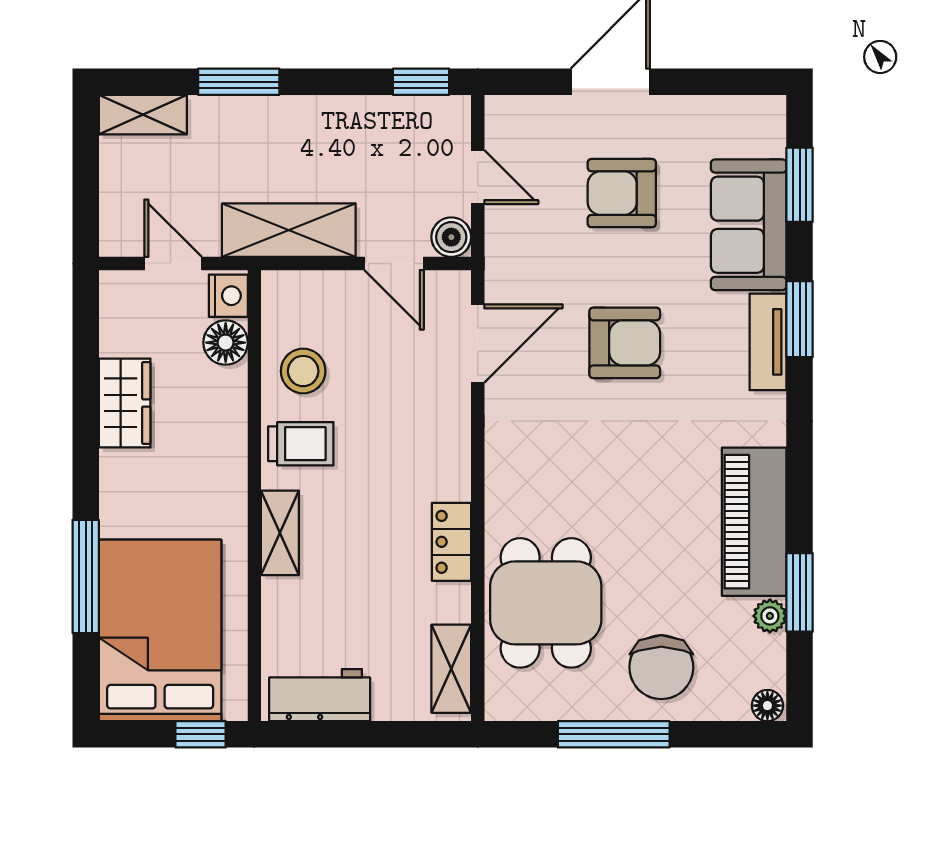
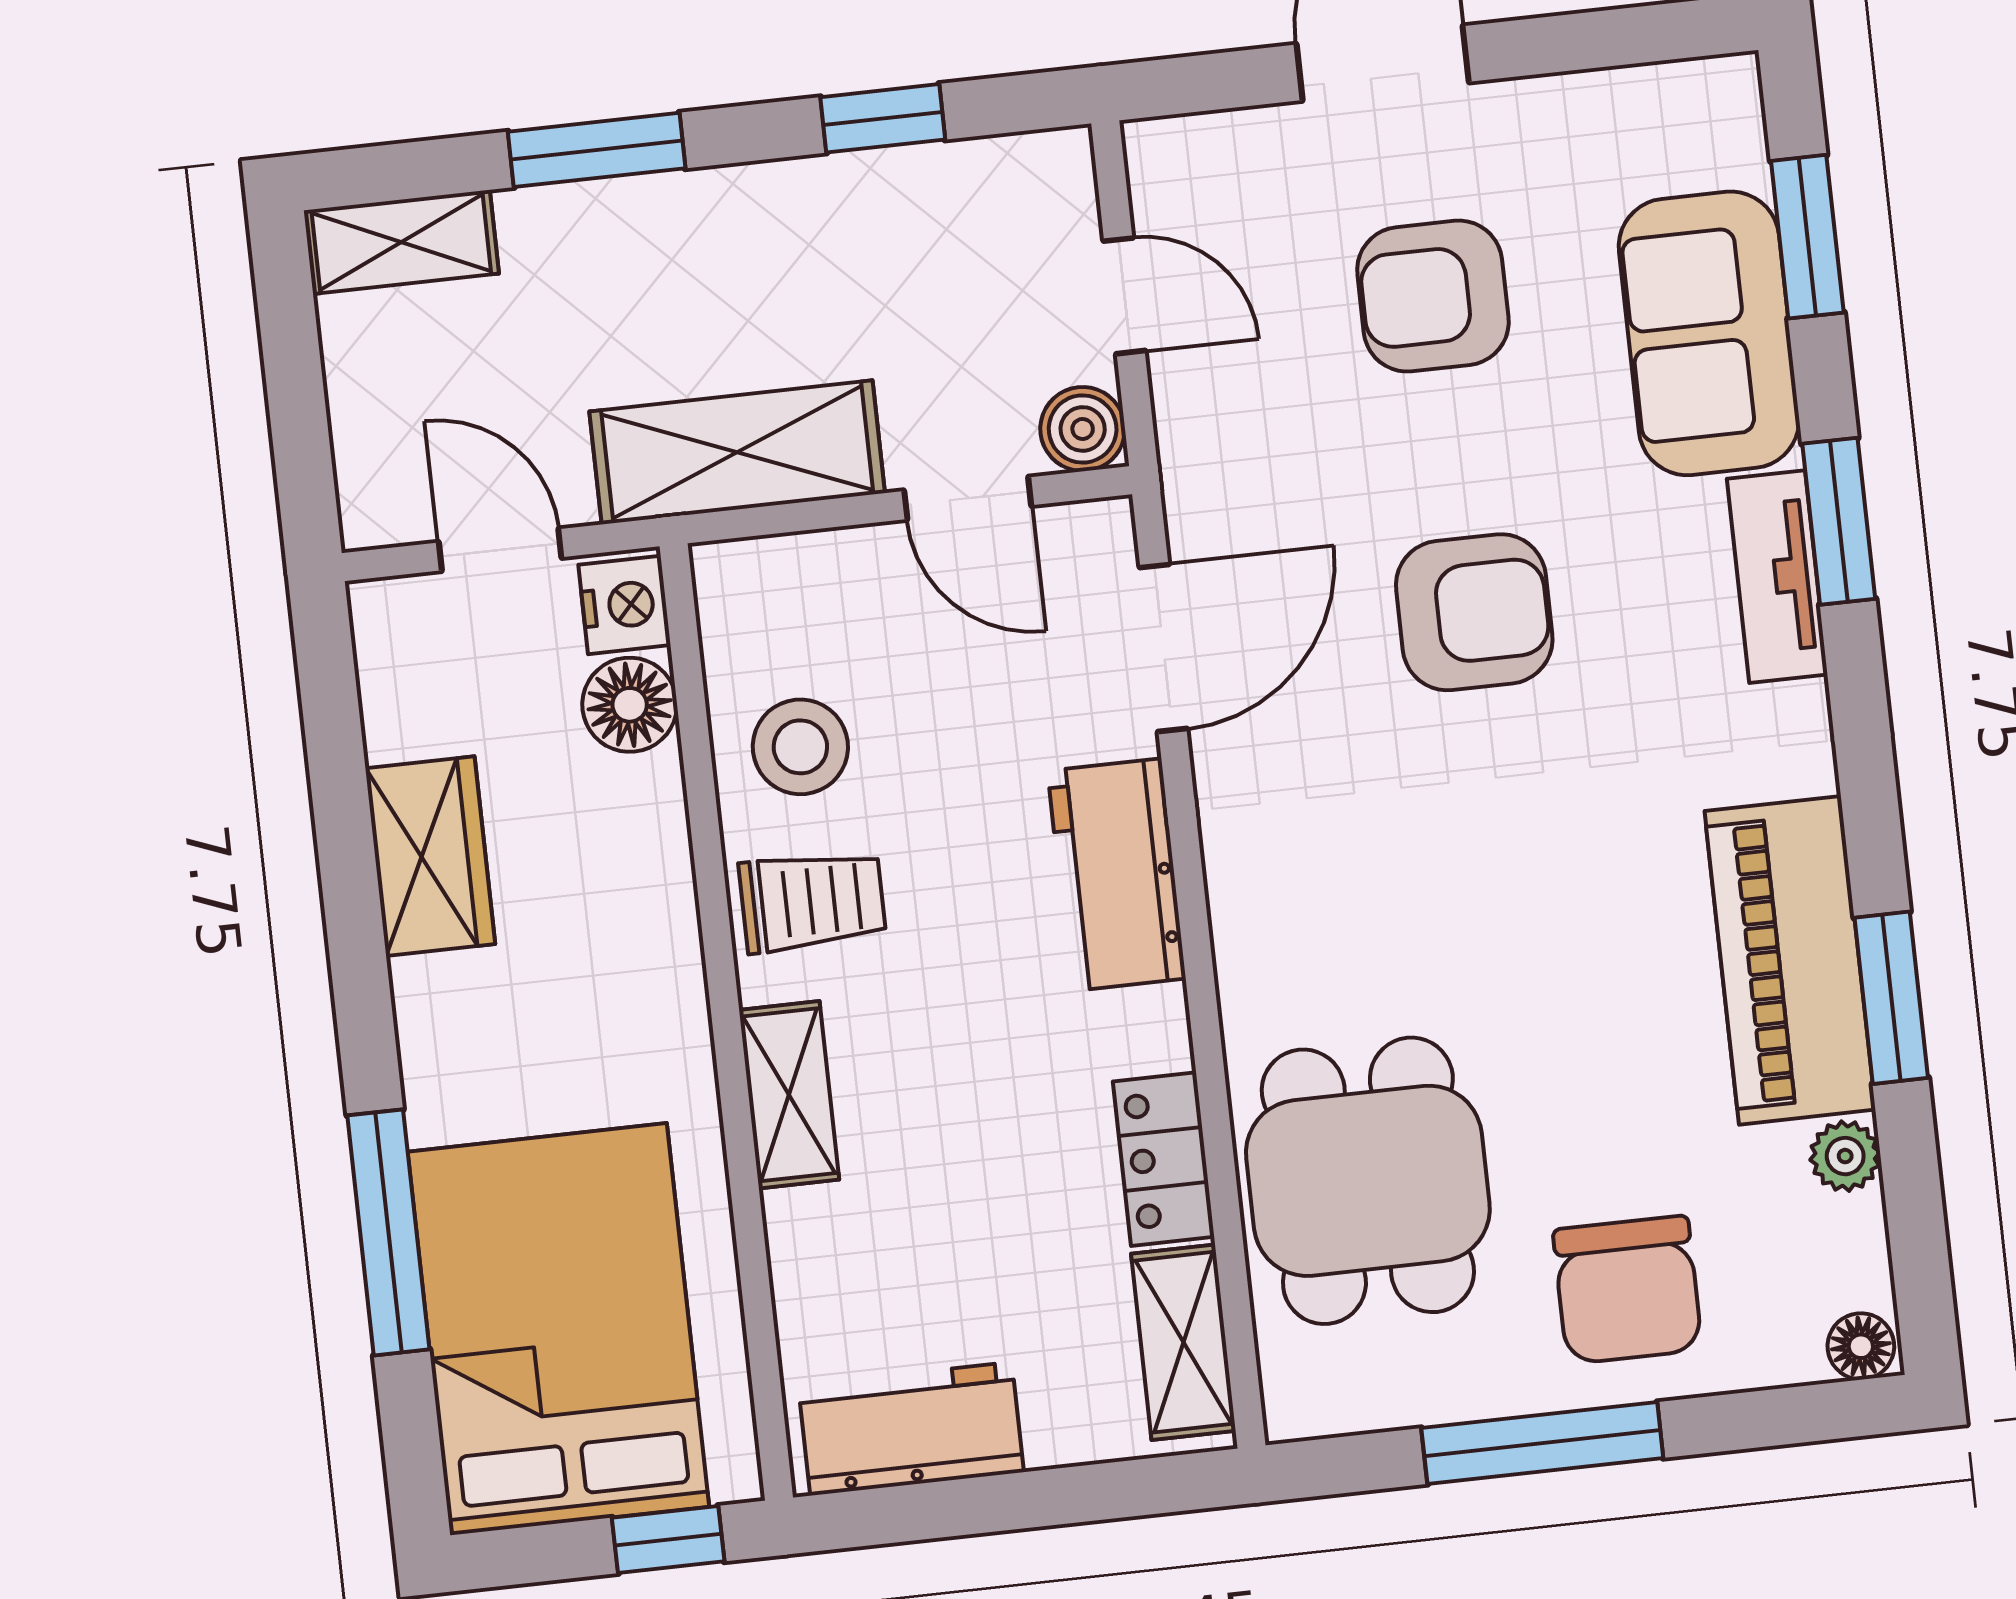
window: (421, 82) -> (883, 118), moved
workbench: (444, 447) -> (1117, 875), added
locker: (451, 542) -> (1164, 1159), moved
window: (800, 592) -> (1891, 998), moved

